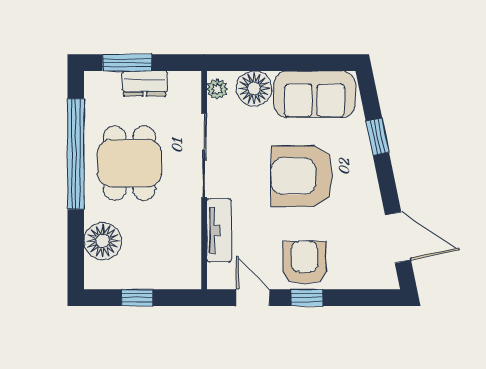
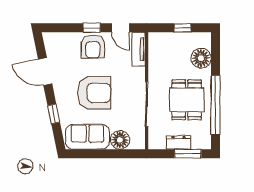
plant: (217, 89) -> (140, 140), removed
tv unit: (219, 230) -> (139, 49), moved
door: (398, 238) -> (45, 72), moved

